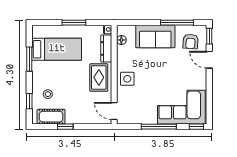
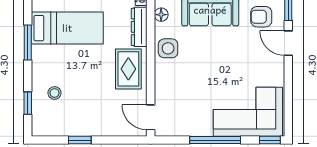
armchair: (191, 41) -> (261, 17), turned 86
side table: (127, 79) -> (168, 48), moved
cot: (51, 117) -> (59, 126), removed

